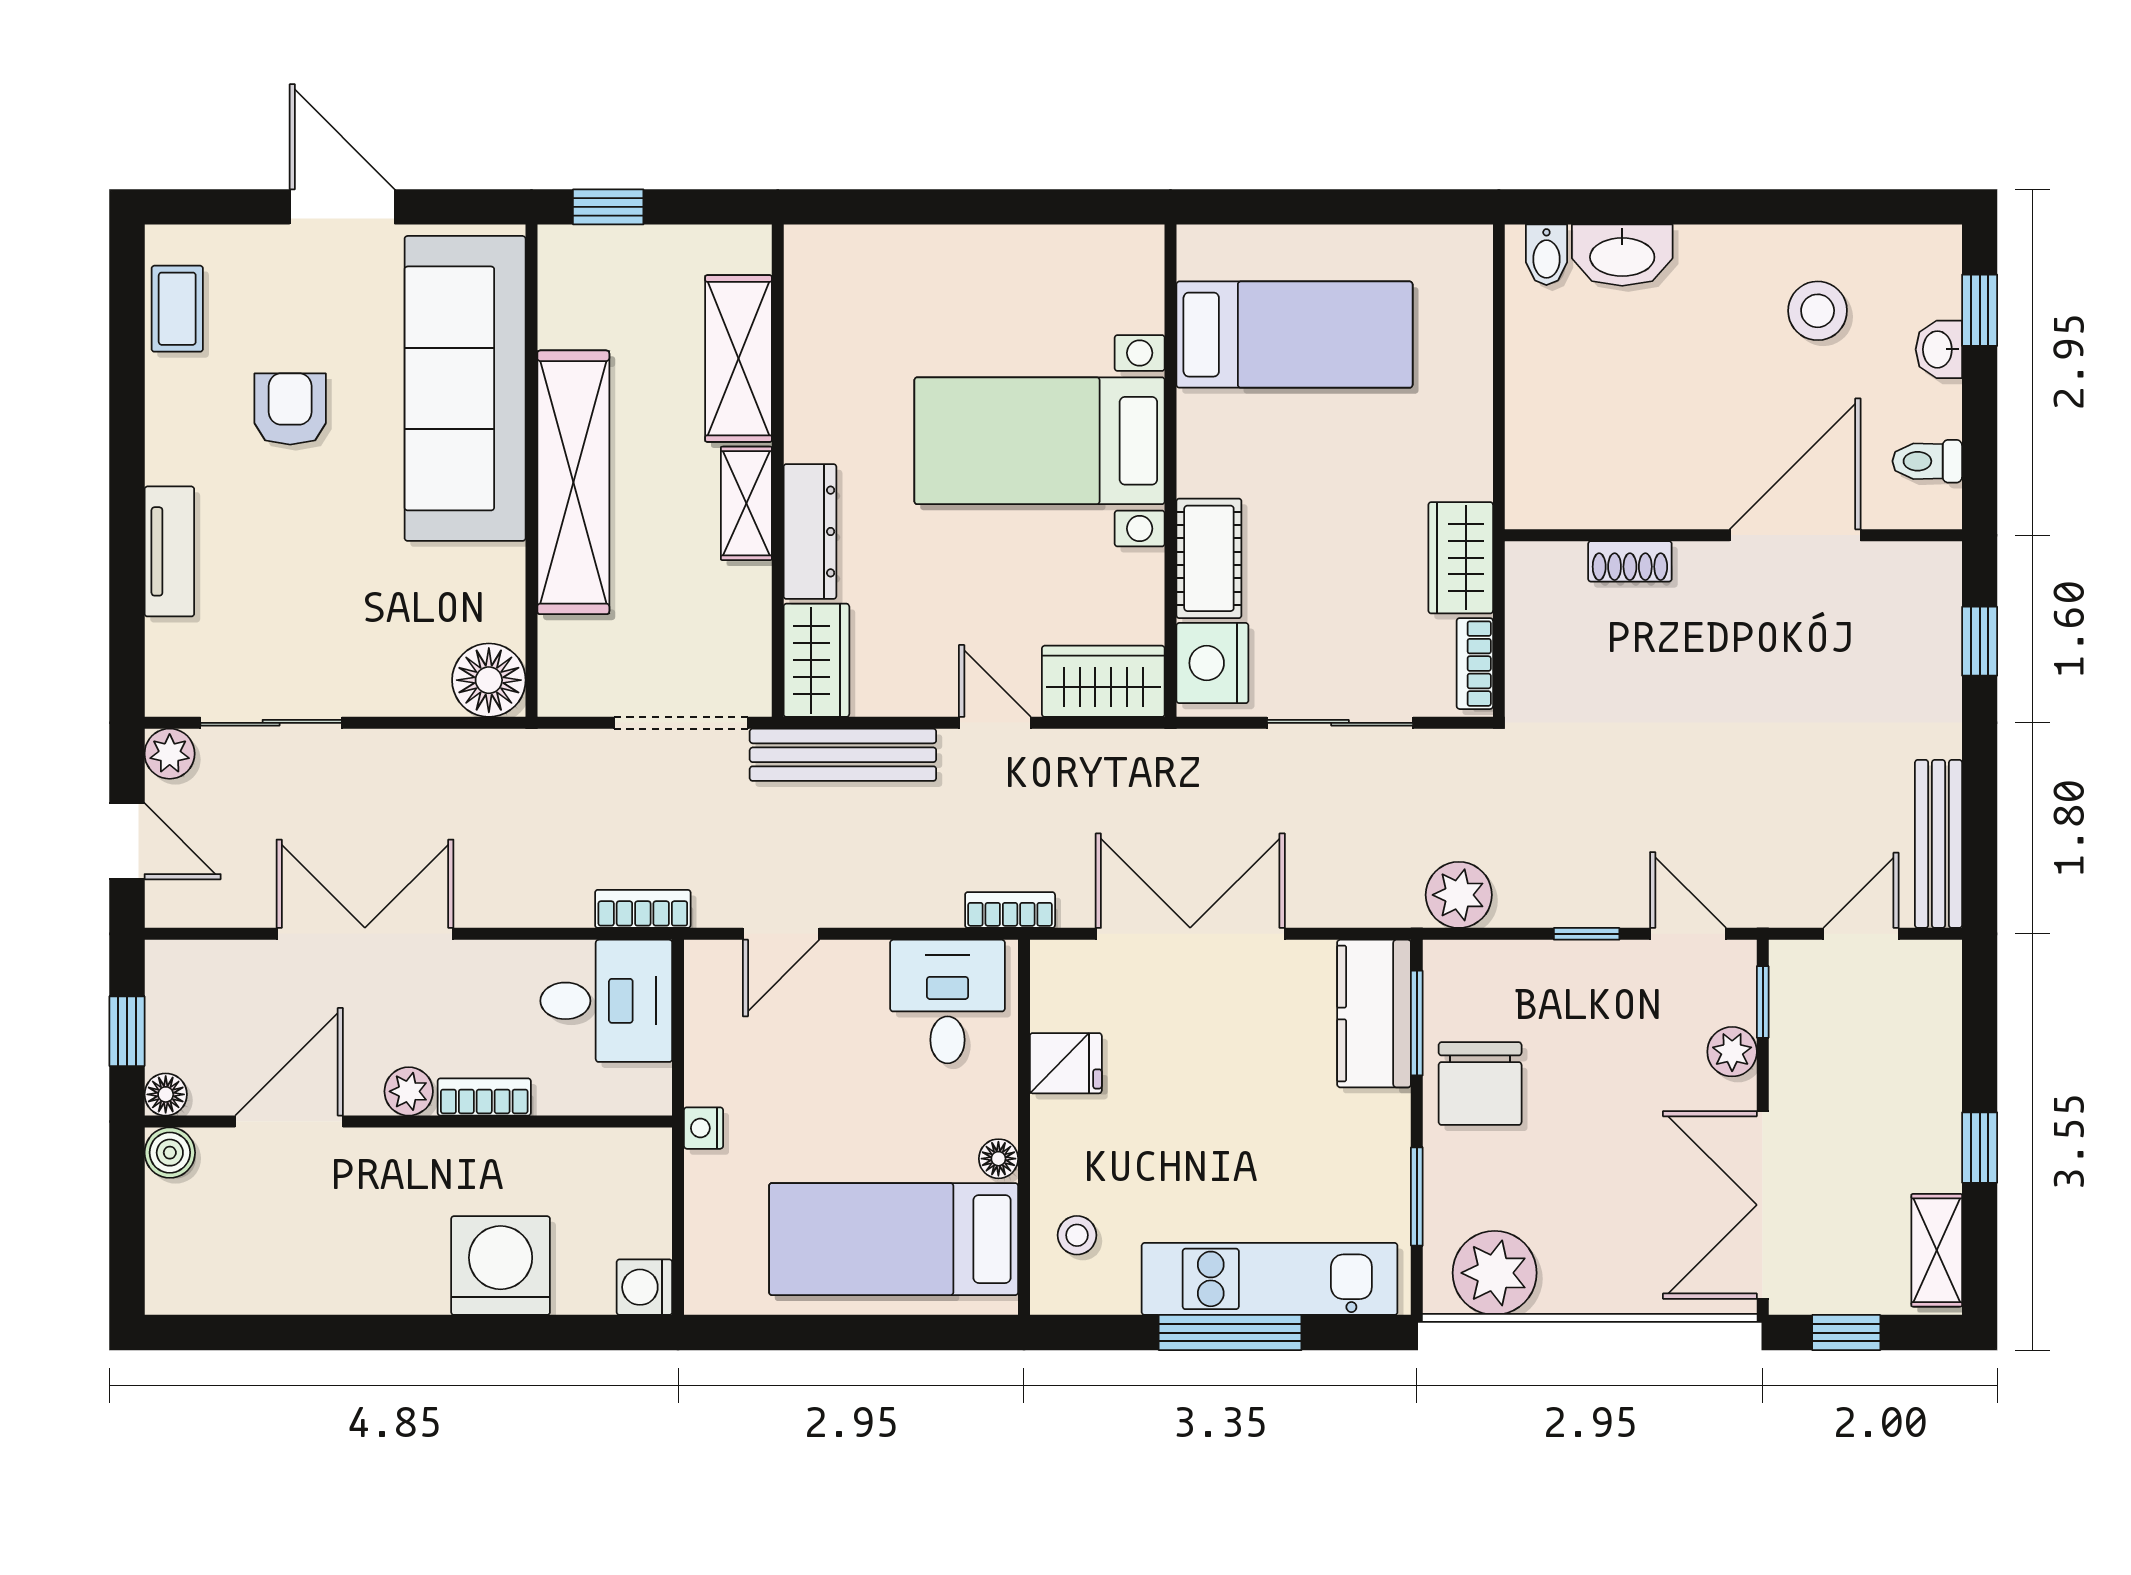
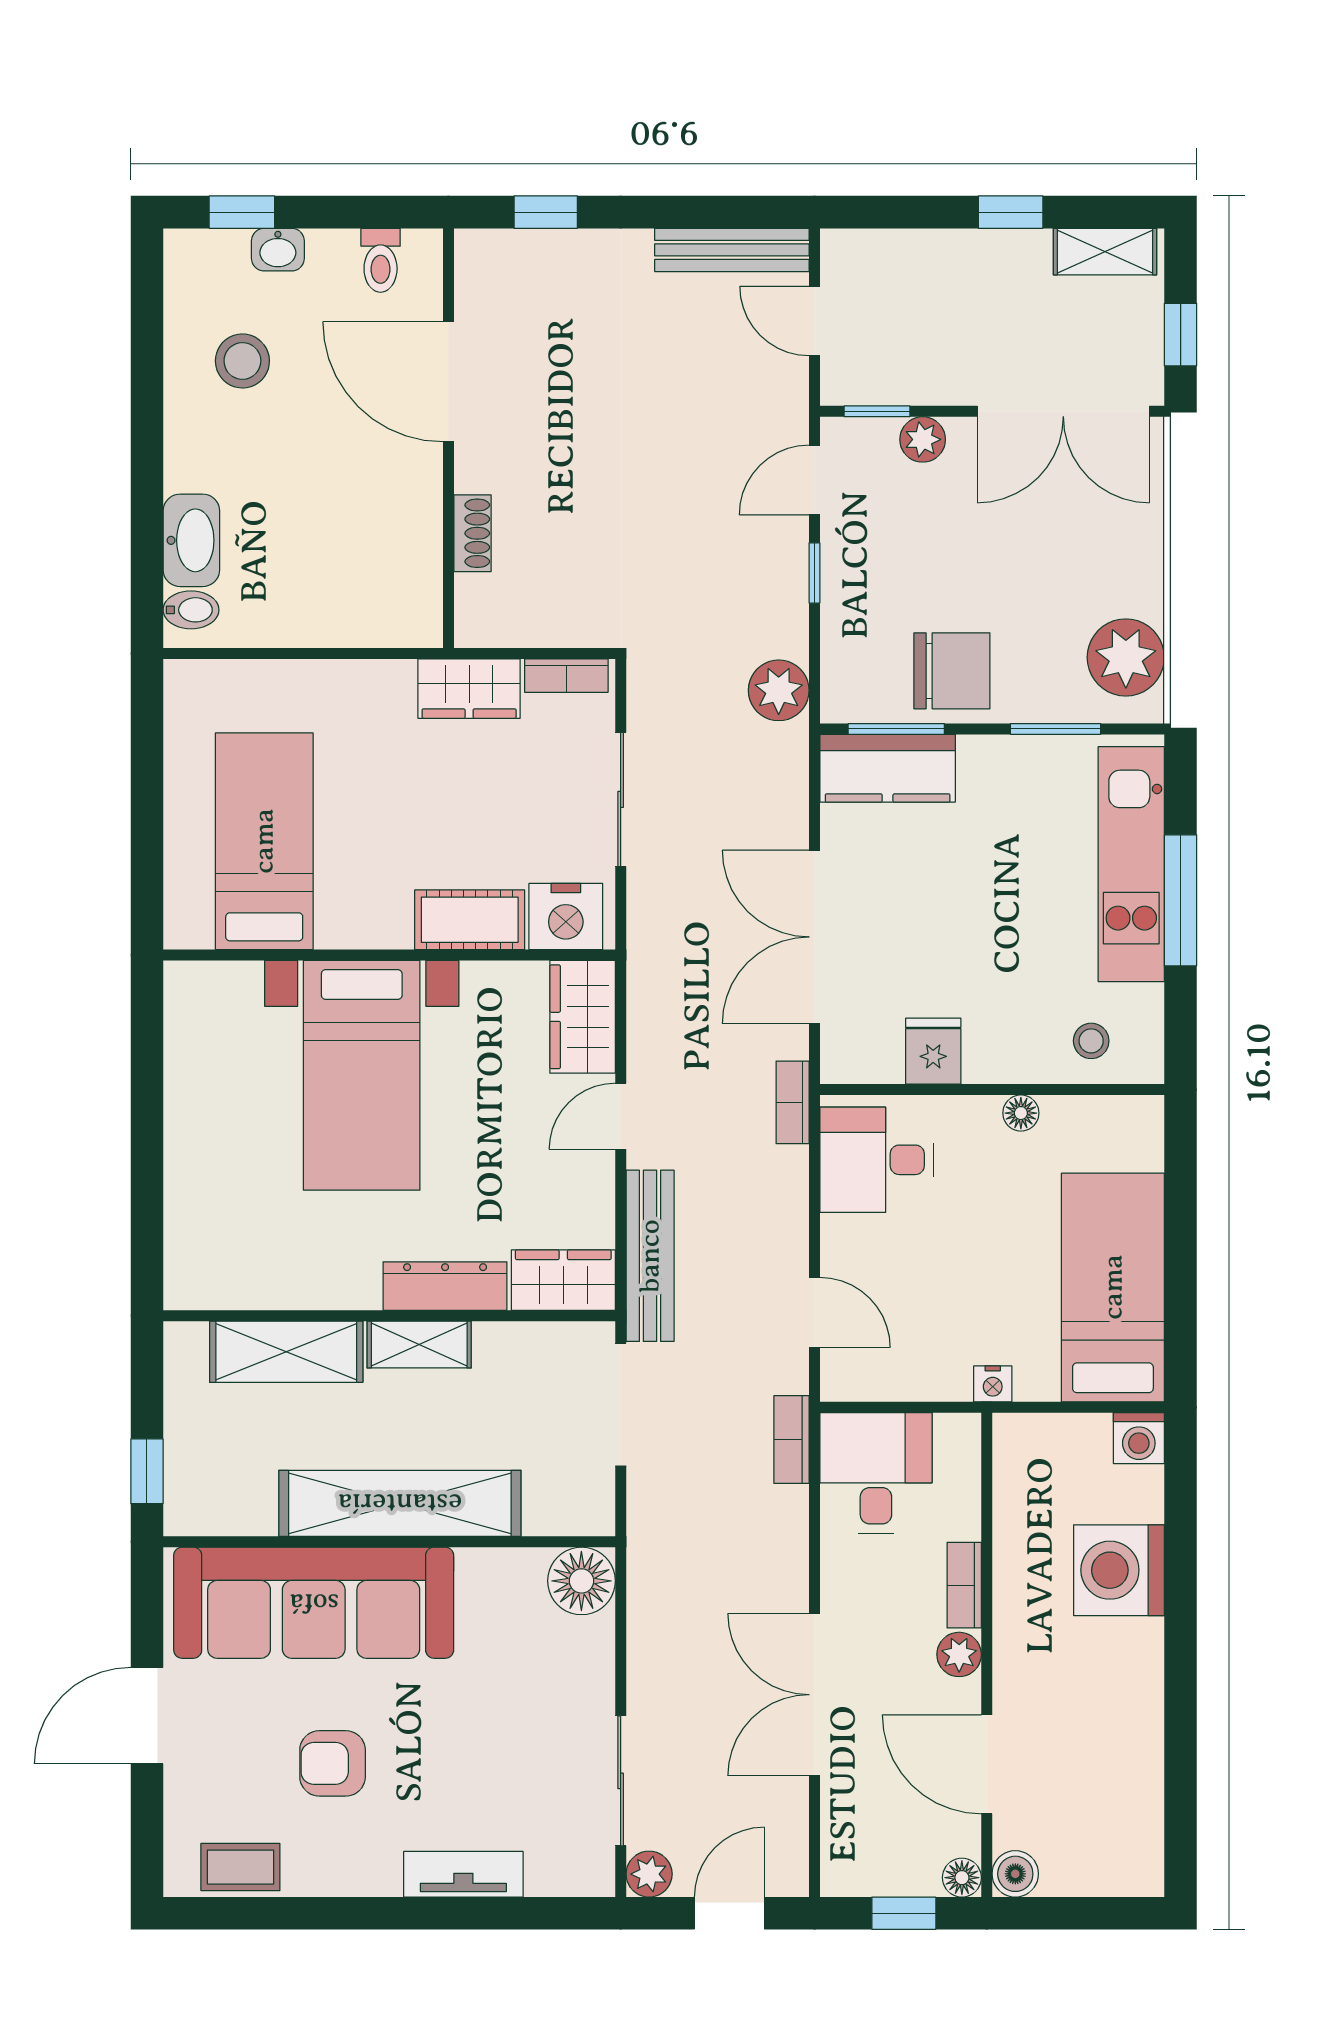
bed: (894, 1239) -> (1113, 1287), moved, turned 180

